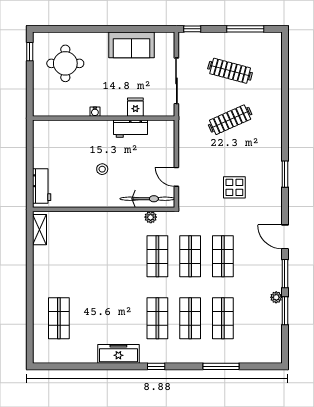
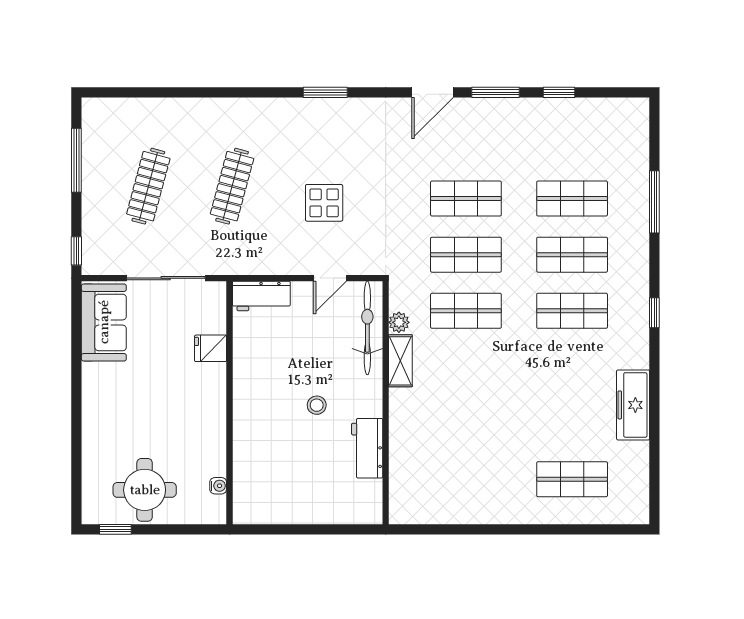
sofa: (131, 45) -> (104, 322), moved
round table: (65, 63) -> (145, 490), moved
water cooler: (95, 112) -> (218, 486), moved
clothes rail: (230, 120) -> (232, 186), turned 39
workbench: (130, 129) -> (261, 296), moved, turned 90
workbench: (42, 186) -> (367, 448), moved, turned -90
display table: (234, 187) -> (324, 203), moved
shelving: (40, 230) -> (400, 361), moved, turned 90
plant: (276, 297) -> (536, 107), removed
window: (285, 311) -> (559, 92), width x0.67
freezer: (118, 354) -> (633, 405), moved

